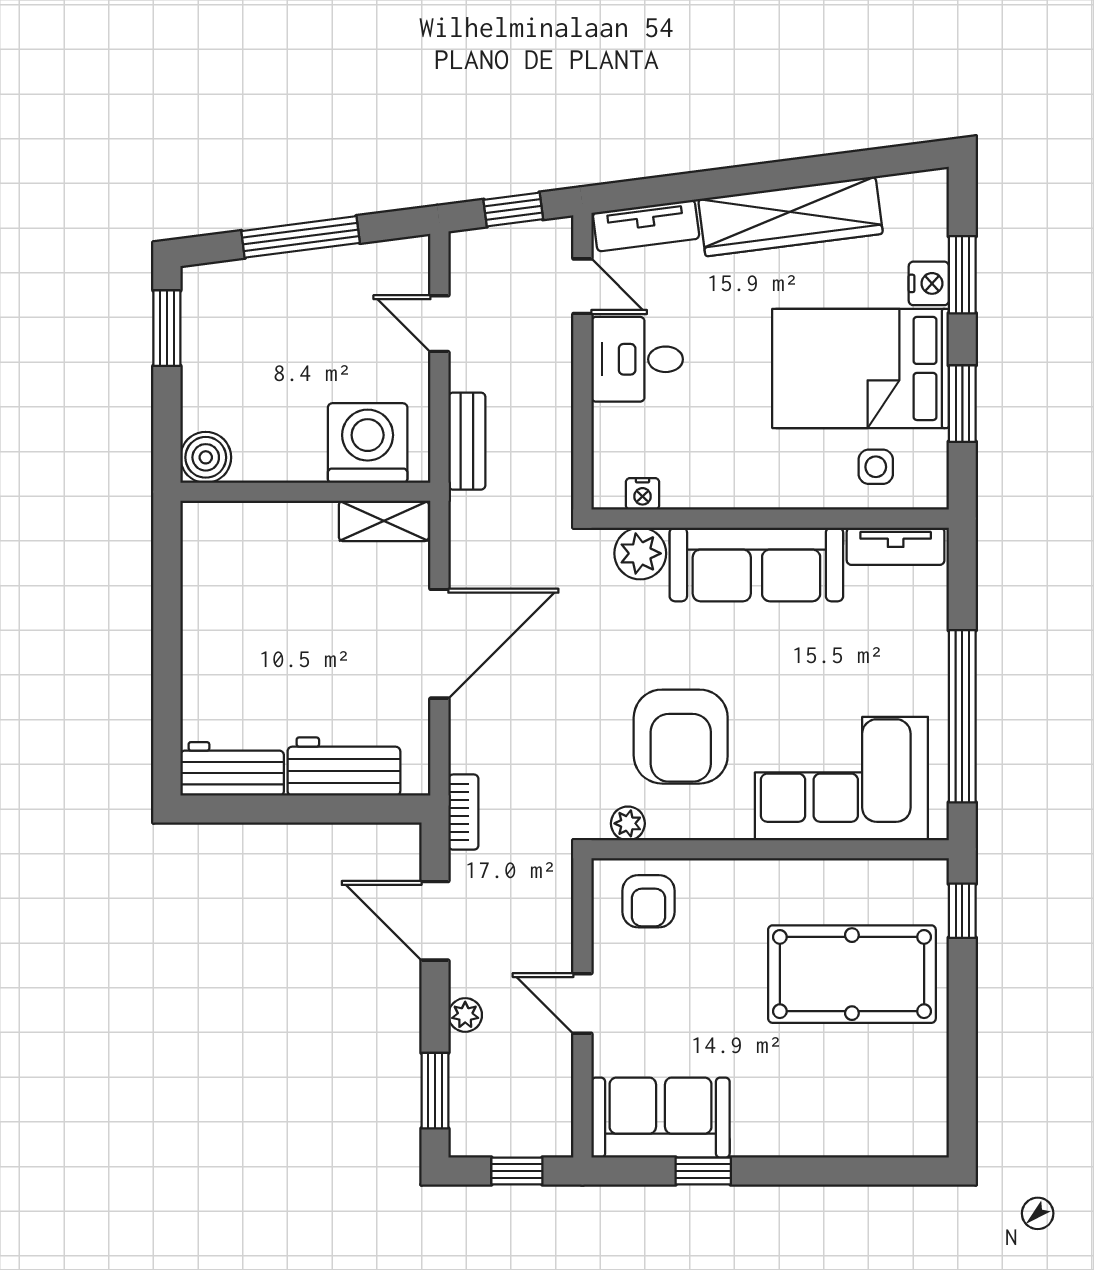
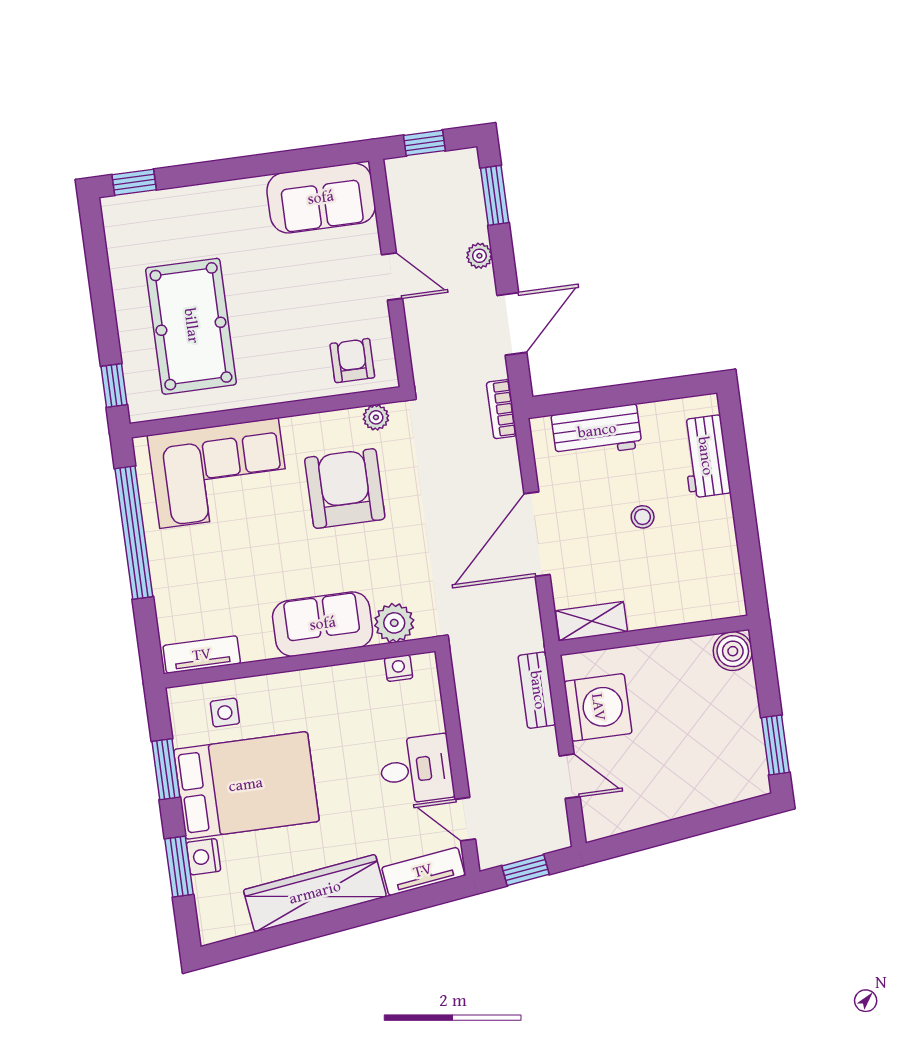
window: (301, 237) -> (684, 828), removed
washing machine: (368, 443) -> (598, 707), moved, turned -90
sofa: (756, 564) -> (323, 624), width x0.73
stool: (299, 647) -> (643, 517), added
workbench: (232, 769) -> (705, 456), moved, turned 90
door: (435, 921) -> (512, 324), hinge flipped
pool table: (852, 974) -> (191, 326), turned 90
window: (703, 1171) -> (134, 182), moved

